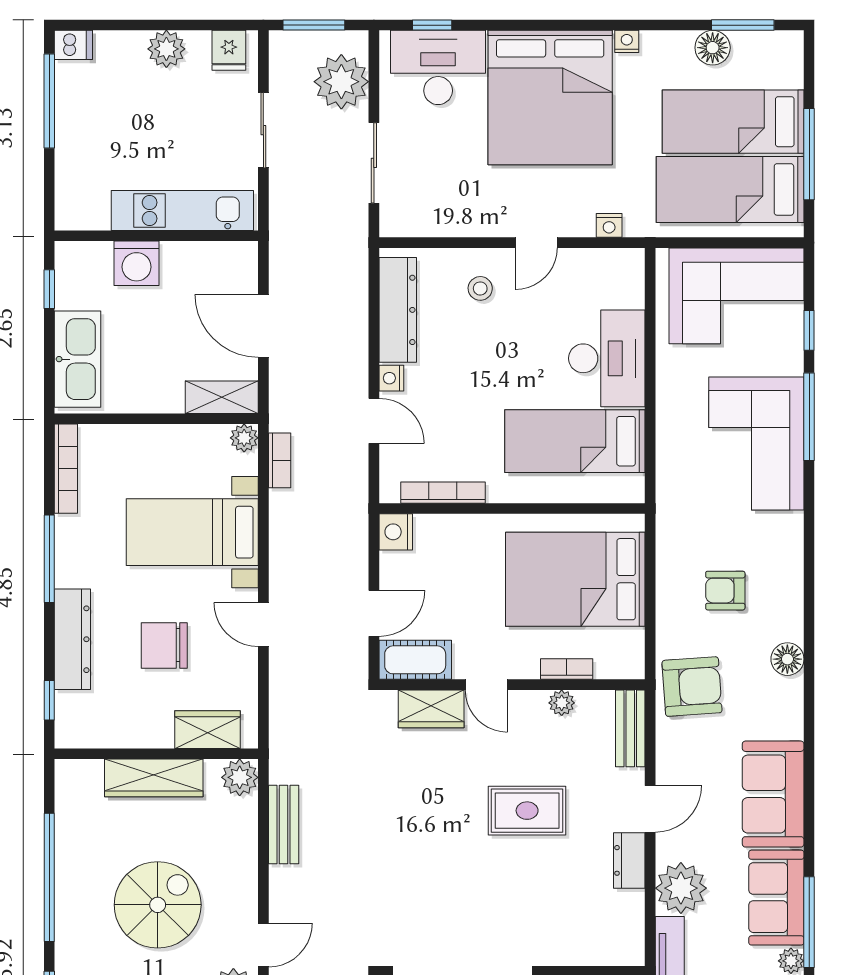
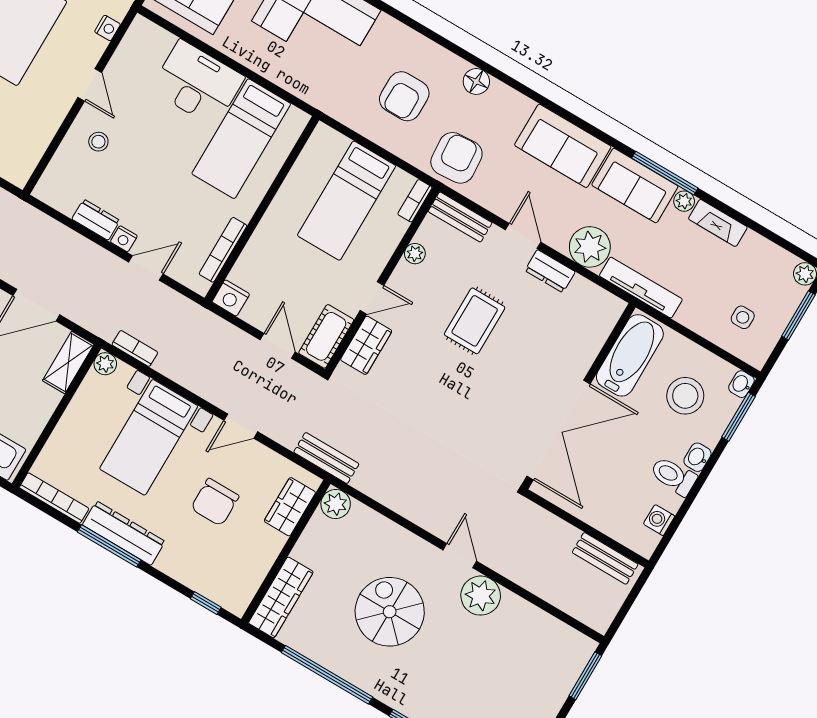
dresser: (398, 310) -> (96, 220), width x0.51, depth x0.80
bed: (575, 579) -> (347, 201), width x0.67
armchair: (725, 591) -> (404, 96), width x1.38, depth x1.38
dresser: (72, 639) -> (124, 533), moved
bookcase: (567, 669) -> (415, 201), moved
wardrobe: (154, 778) -> (281, 597), moved
bench: (284, 824) -> (326, 458), moved

